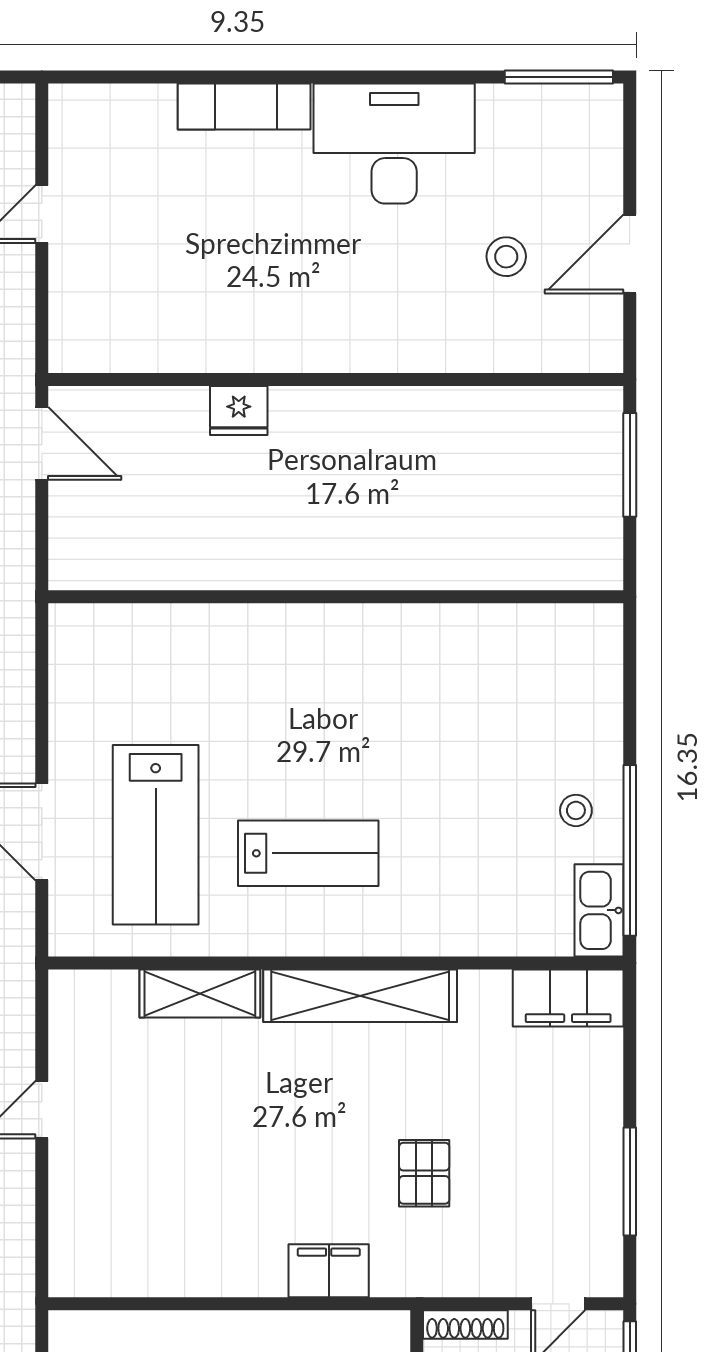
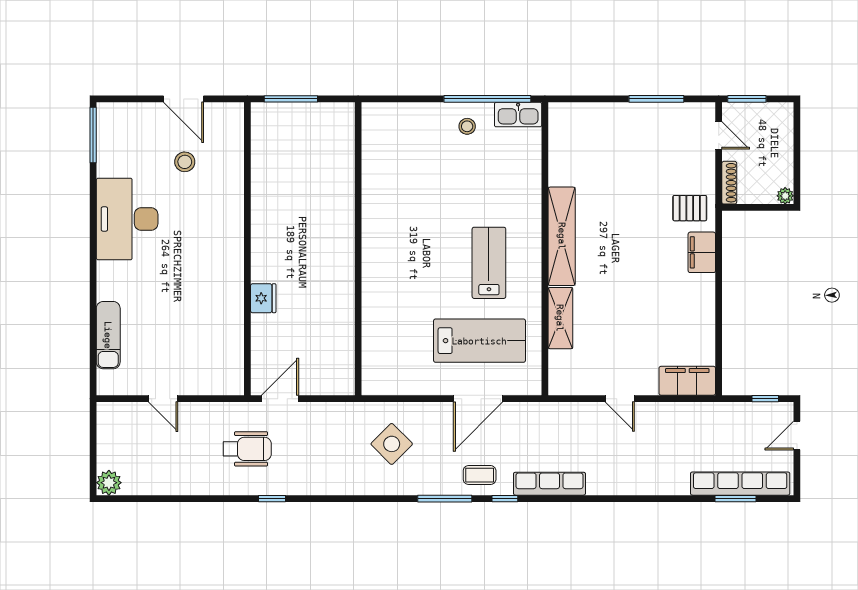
exam couch: (244, 107) -> (108, 335), moved
filing cabinet: (568, 998) -> (687, 381), moved, turned -90
pallet: (424, 1173) -> (690, 208), moved

